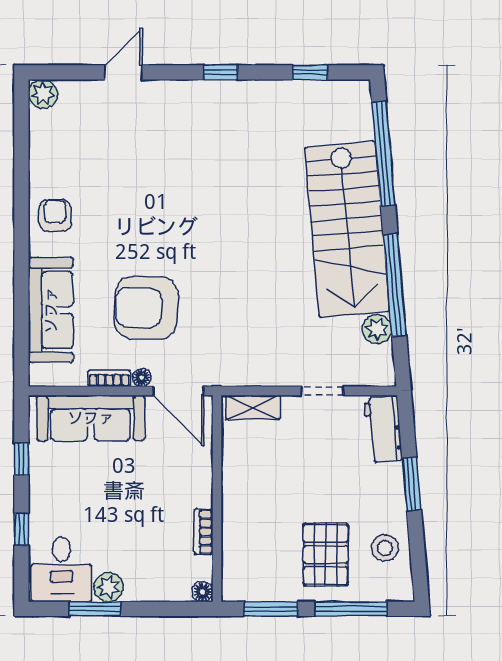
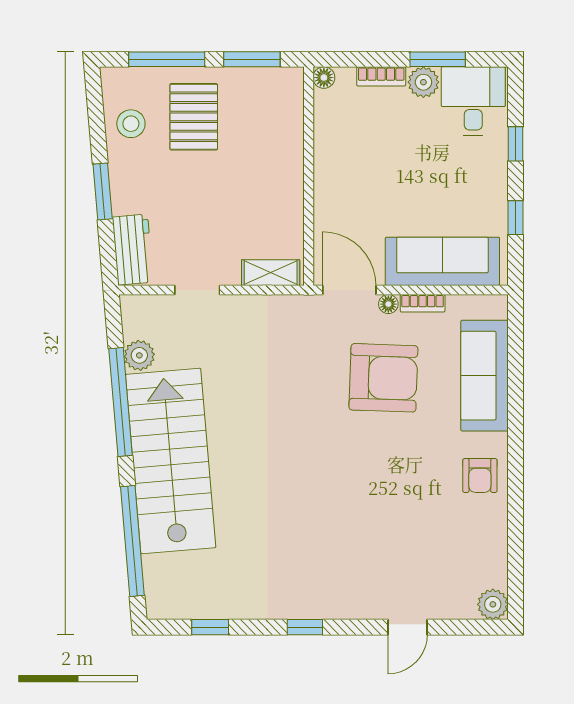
bookcase: (204, 532) -> (381, 76), moved, turned 90

